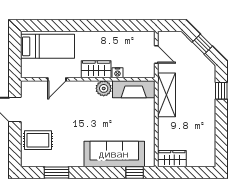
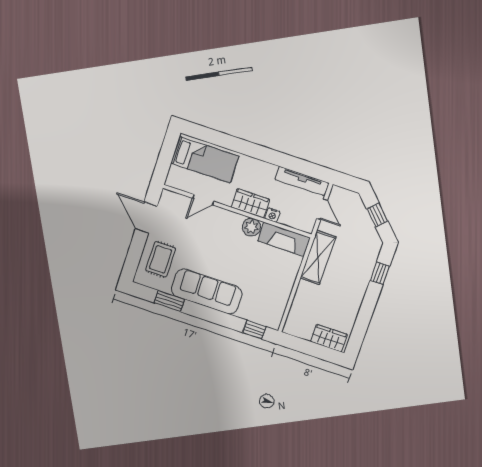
tv unit: (132, 37) -> (302, 181), added
rug: (38, 140) -> (161, 259), turned 90
sofa: (114, 154) -> (207, 292), moved
wardrobe: (172, 159) -> (329, 338), moved

